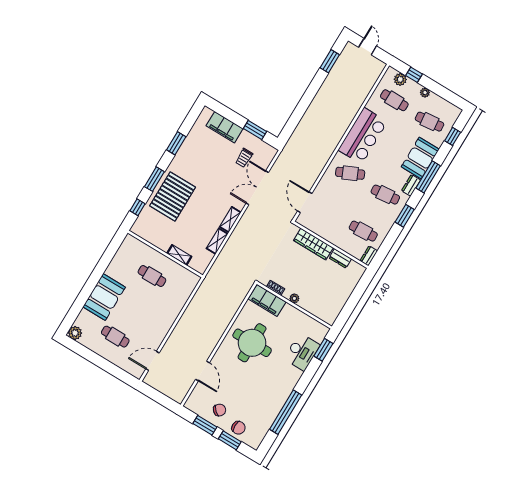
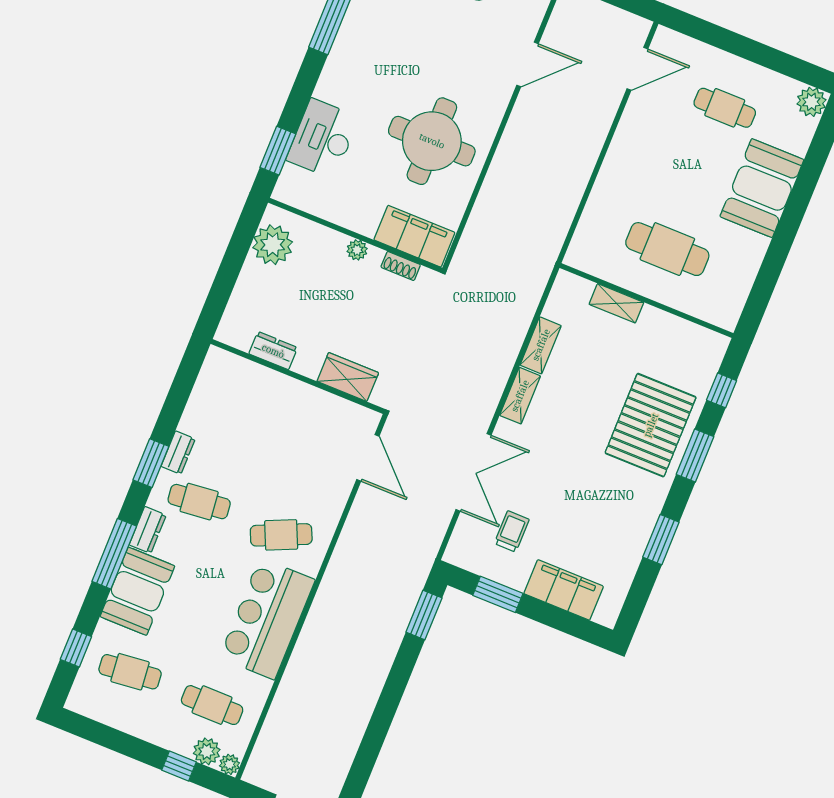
window: (330, 61) -> (424, 615), moved
plant: (425, 93) -> (230, 764), moved
cafe table: (363, 231) -> (234, 416), removed
wardrobe: (313, 244) -> (348, 377), width x0.67
dresser: (369, 256) -> (178, 453), moved
cafe table: (152, 276) -> (667, 249), width x1.37, depth x1.35
plant: (333, 307) -> (273, 245), added
door: (203, 371) -> (528, 64), swing flipped

